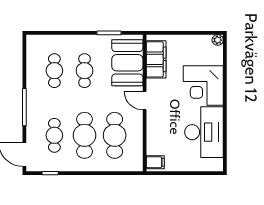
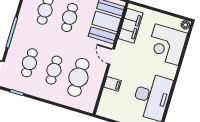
corner desk: (203, 86) -> (167, 45), moved
cafe table: (84, 135) -> (54, 70), width x0.73, depth x0.74
filing cabinet: (155, 162) -> (113, 84), moved

